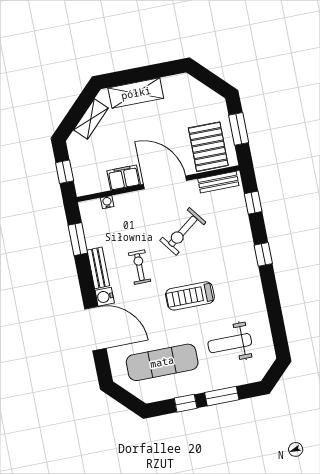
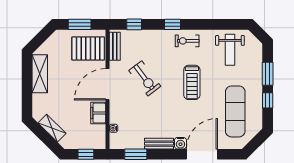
shelving: (136, 93) -> (40, 74), moved
exercise bike: (140, 267) -> (187, 41), moved
weight bench: (230, 343) -> (230, 50), moved

